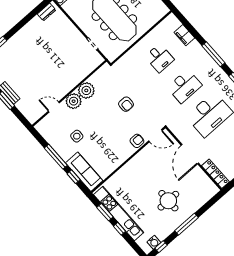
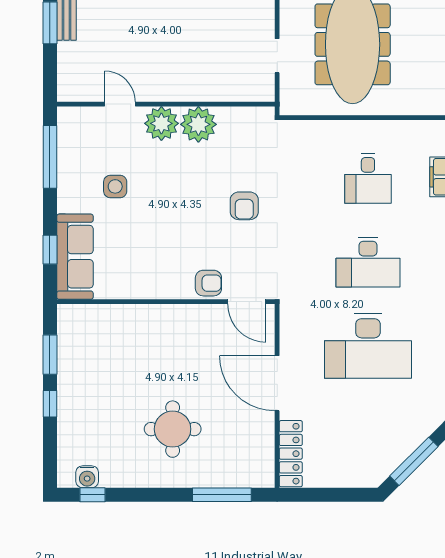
door: (190, 154) -> (277, 383), hinge flipped
window: (56, 157) -> (50, 157), moved
kitchen unit: (119, 213) -> (71, 377), removed
window: (186, 224) -> (222, 495), moved

